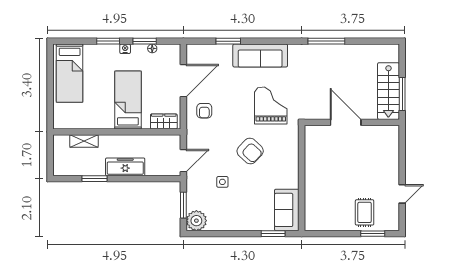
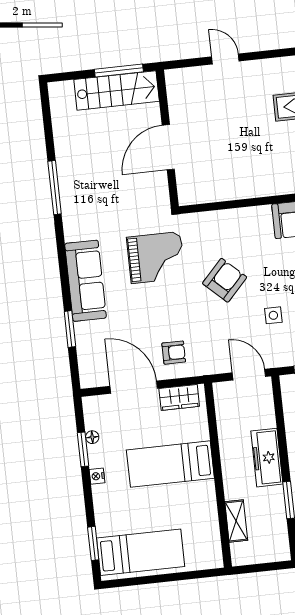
window: (108, 41) -> (93, 543), moved
grand piano: (271, 106) -> (156, 258), turned 180
wardrobe: (164, 121) -> (179, 397), moved, turned -90
door: (402, 194) -> (225, 59), moved

